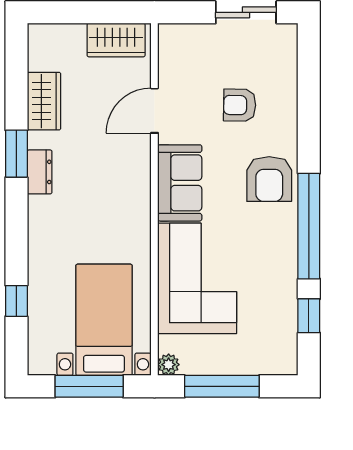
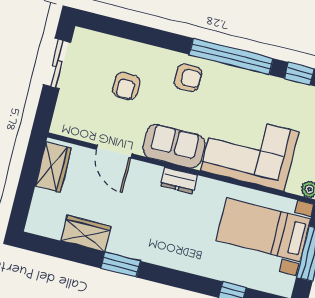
dresser: (40, 172) -> (179, 180), moved, turned 180
armchair: (269, 179) -> (188, 78), width x0.72, depth x0.72

